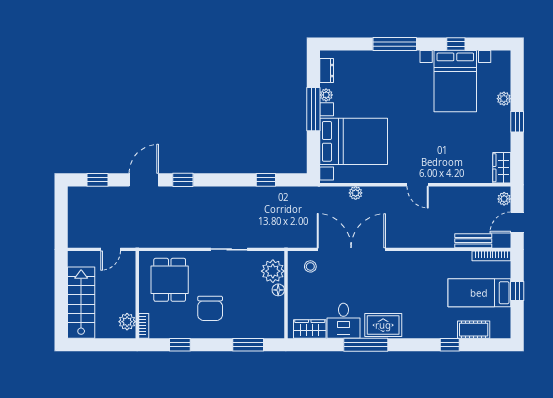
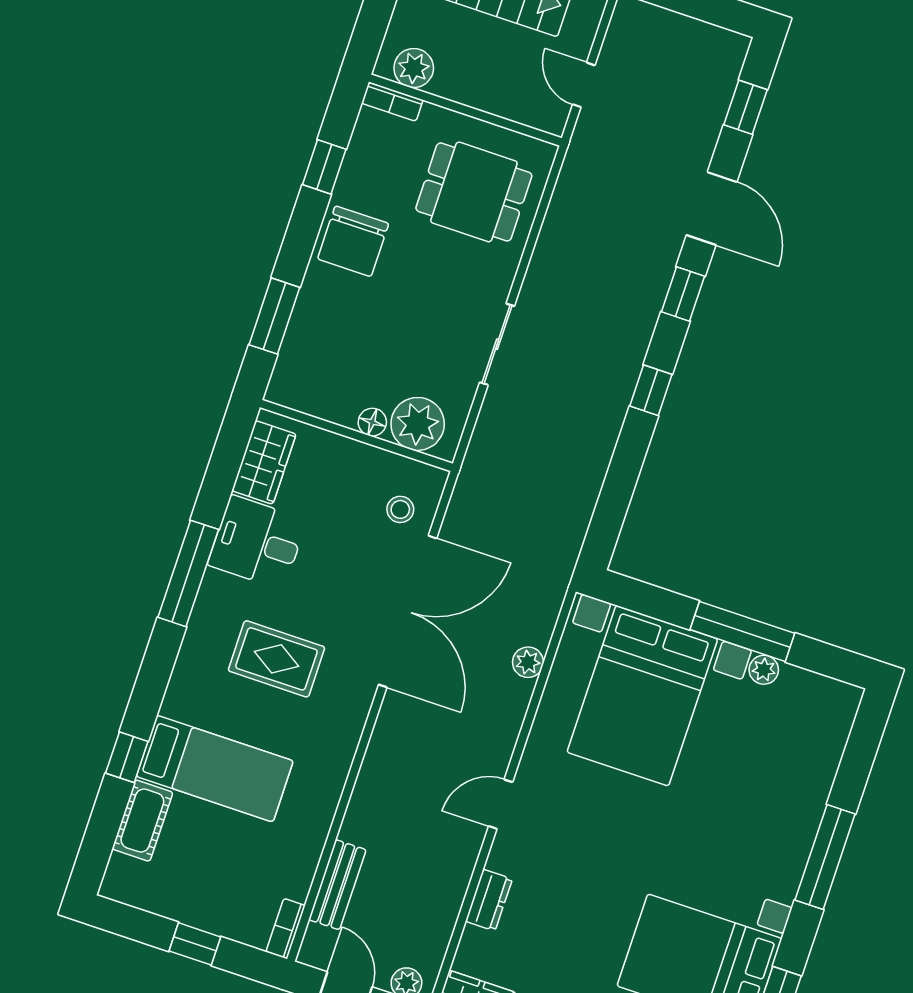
dresser: (327, 71) -> (489, 900), moved, turned -90
window: (266, 180) -> (651, 390), moved
bookcase: (491, 256) -> (286, 929), width x0.64
bed: (479, 293) -> (215, 769), moved, turned 90
chair: (210, 308) -> (353, 241), moved, turned -90
rug: (383, 325) -> (276, 659), moved, turned 90

